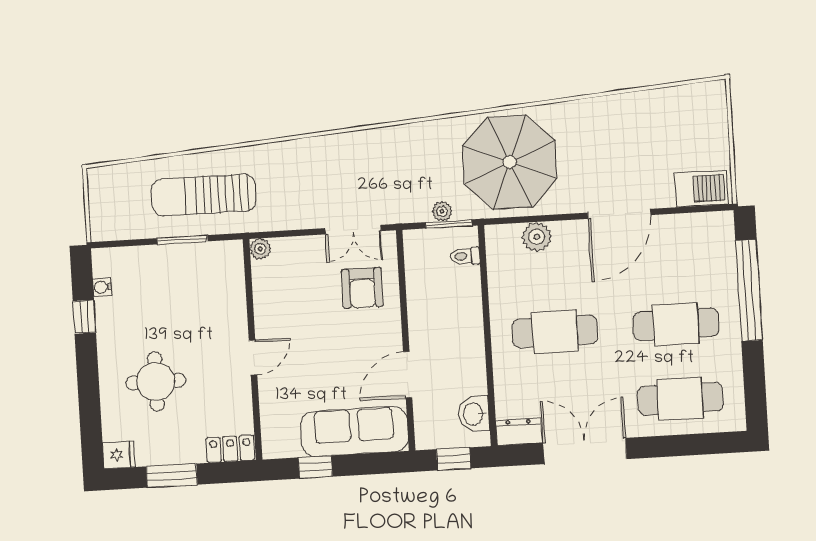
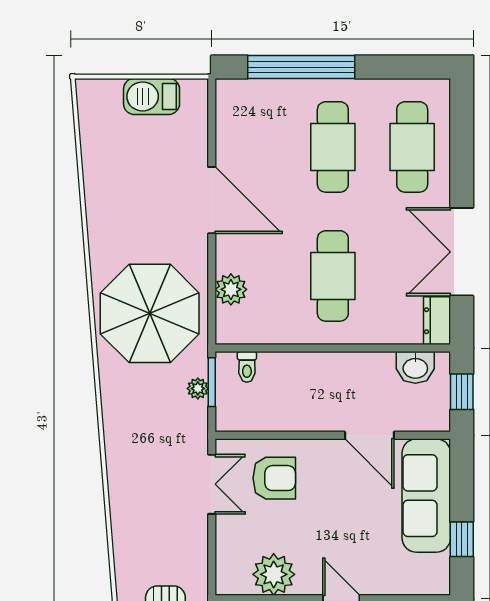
barbecue: (701, 189) -> (152, 96), moved, turned -90
plant: (260, 249) -> (274, 574), moved, width x1.88, depth x1.88

